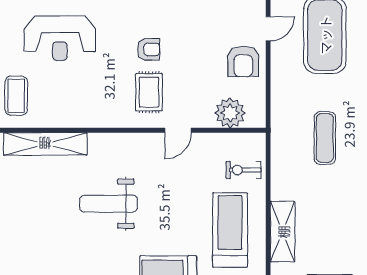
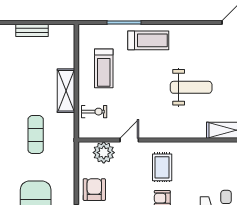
door: (178, 130) -> (129, 140), moved
treadmill: (230, 230) -> (104, 68), width x0.73, depth x0.73
shelving: (283, 232) -> (66, 91), moved

